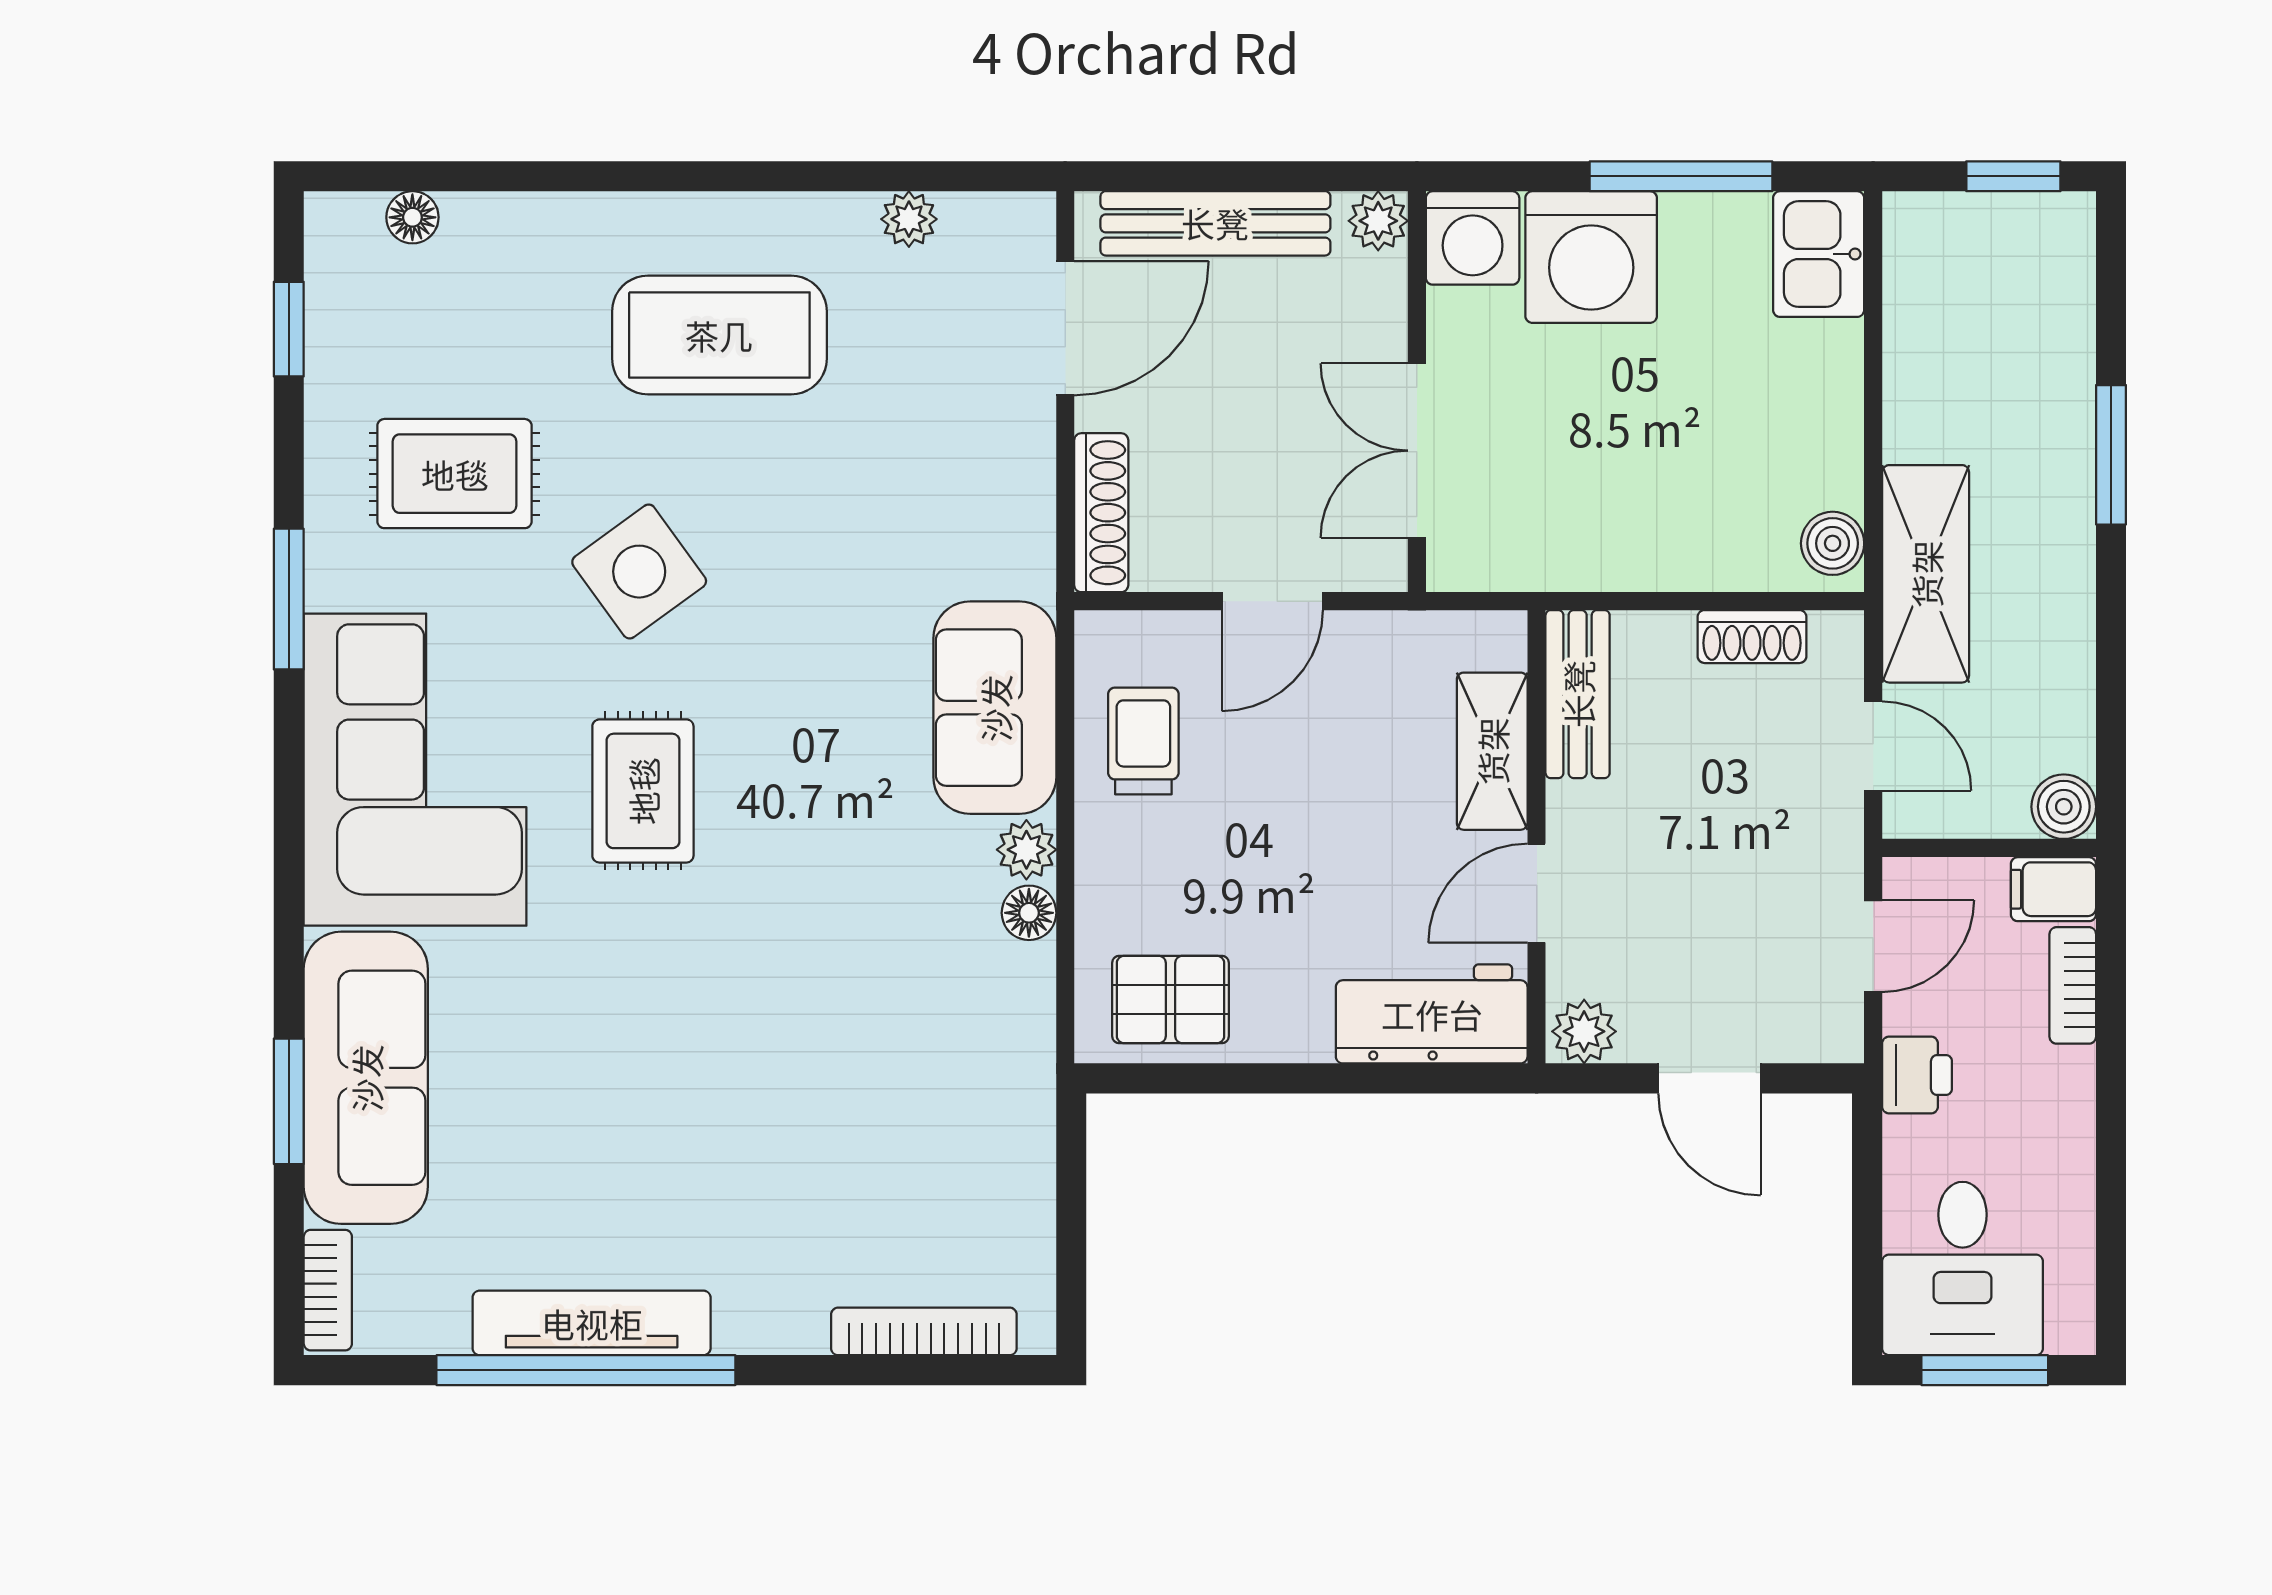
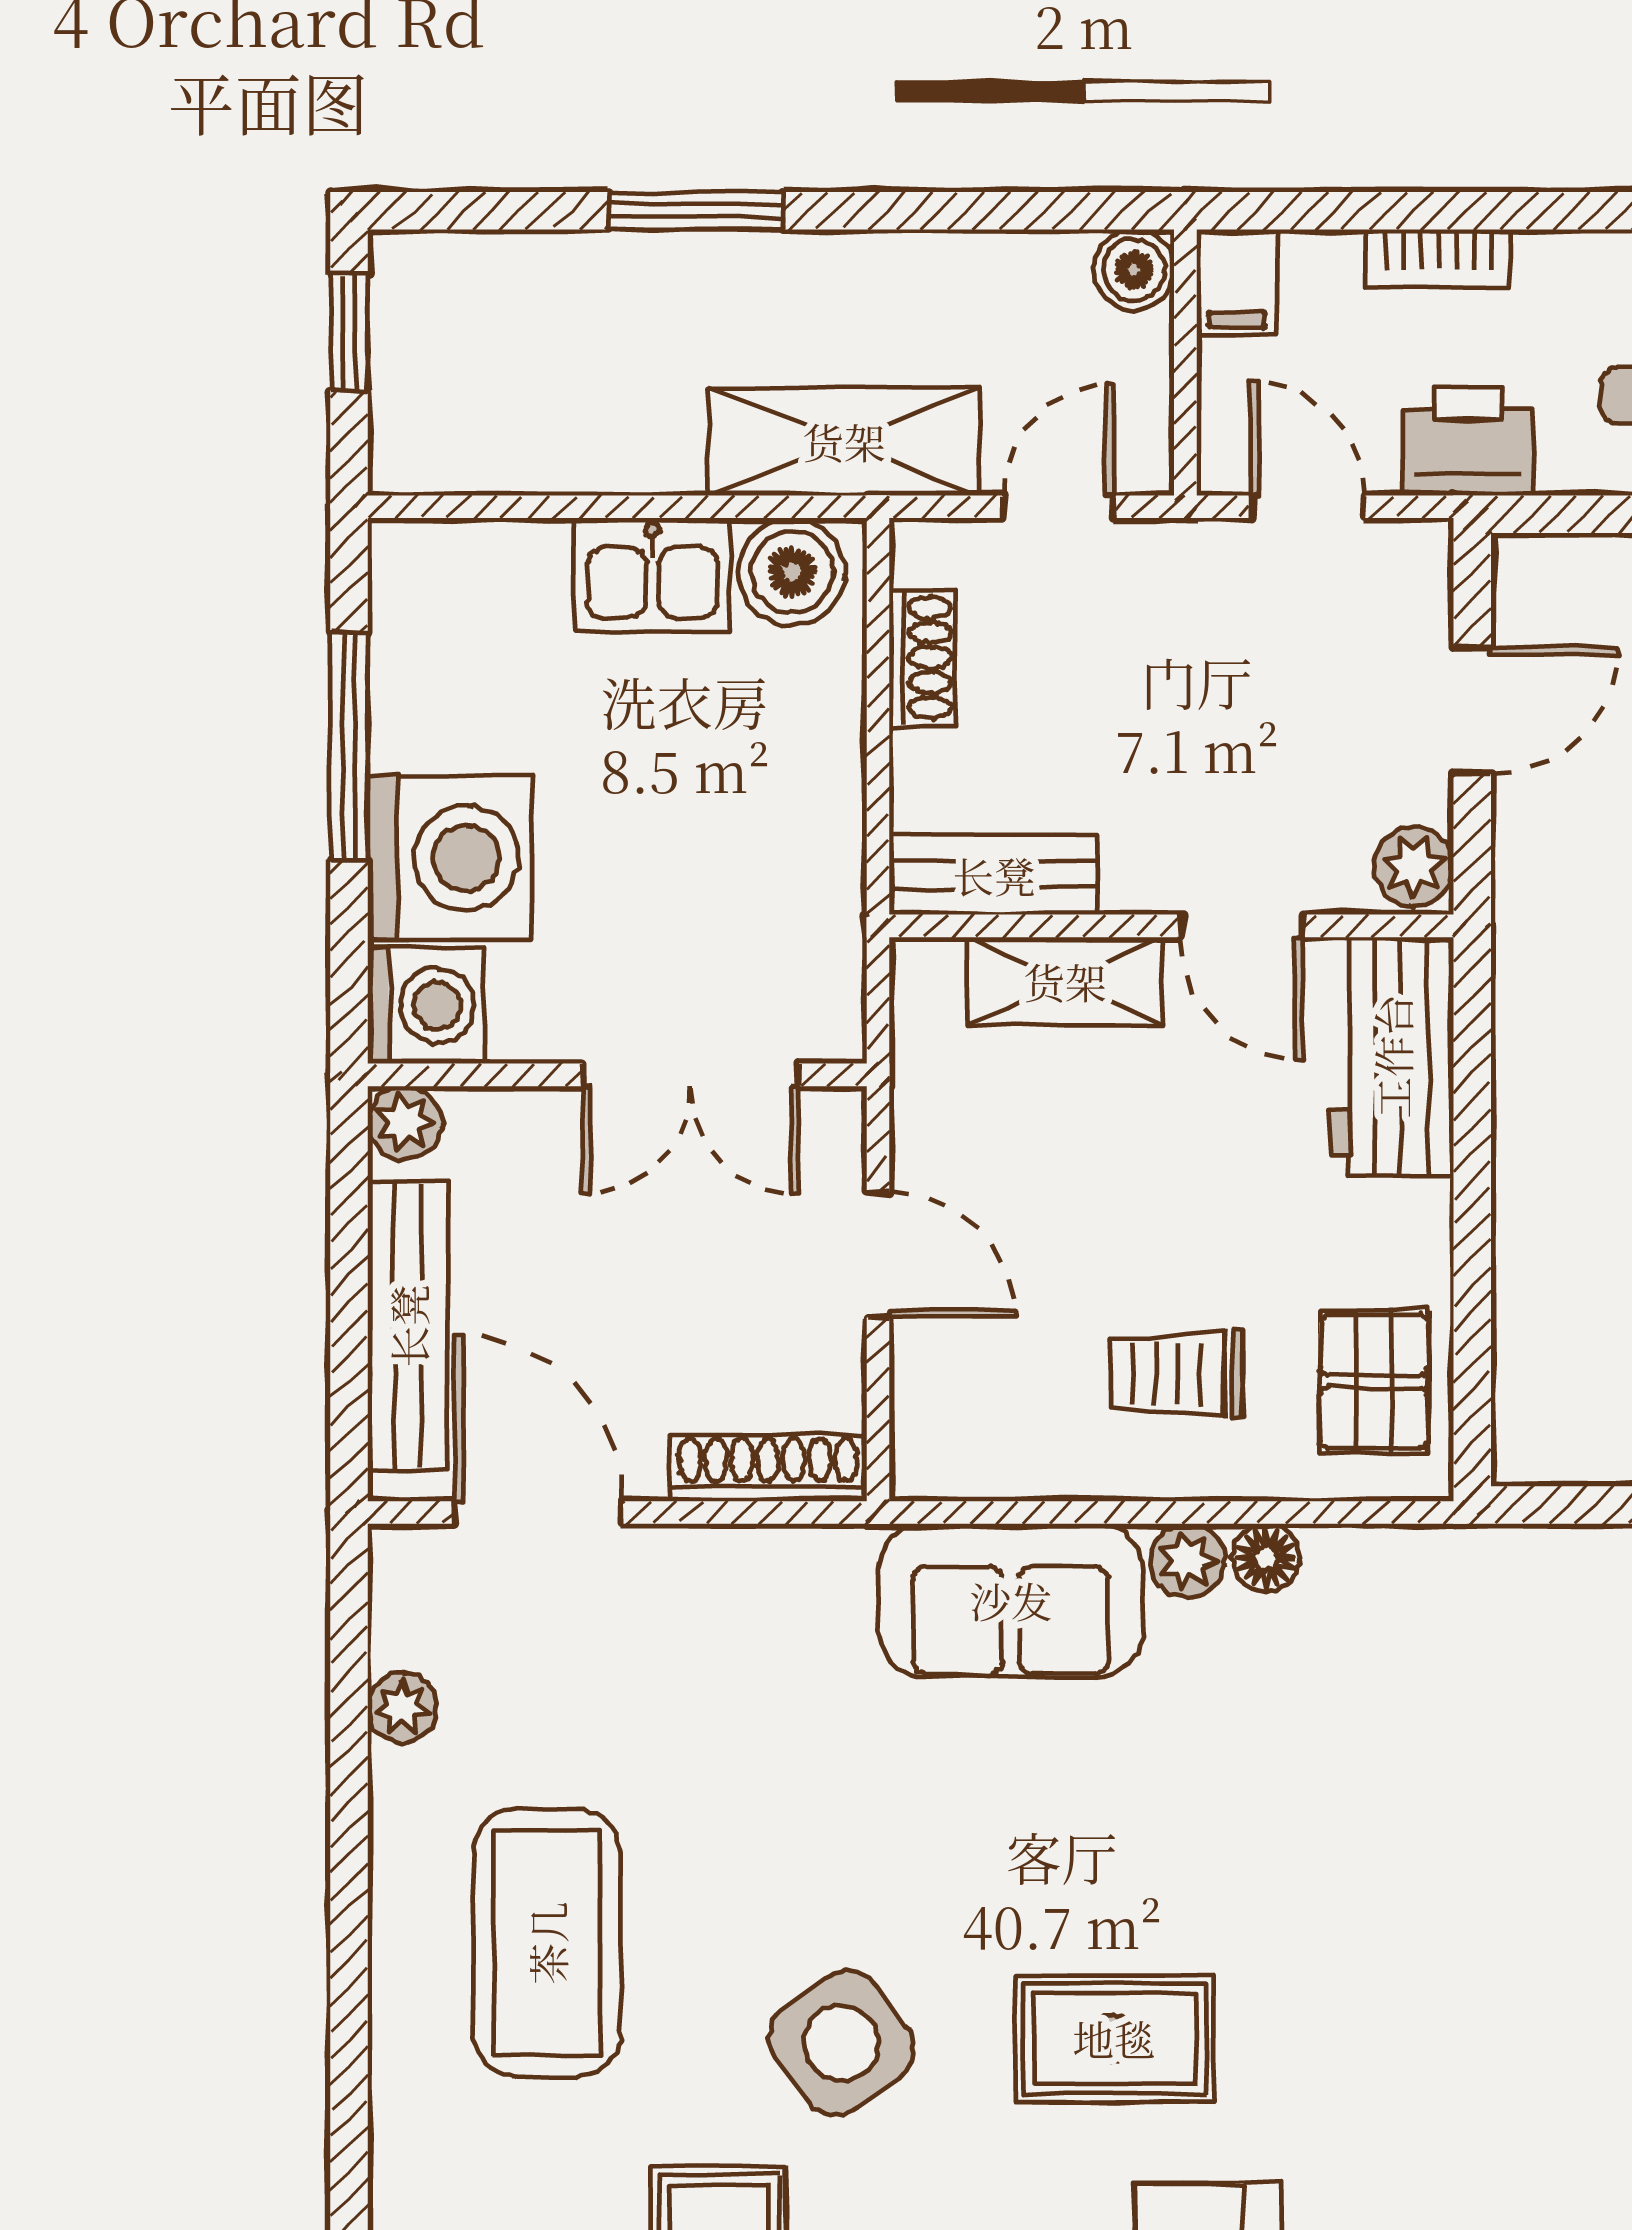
kitchen sink: (1819, 254) -> (652, 575), moved
boiler: (1833, 543) -> (792, 572), width x1.36, depth x1.36
trolley: (1143, 741) -> (1176, 1374), moved
bookcase: (2073, 985) -> (1439, 258), moved
printer: (1917, 1075) -> (1468, 442), width x1.36, depth x1.24

